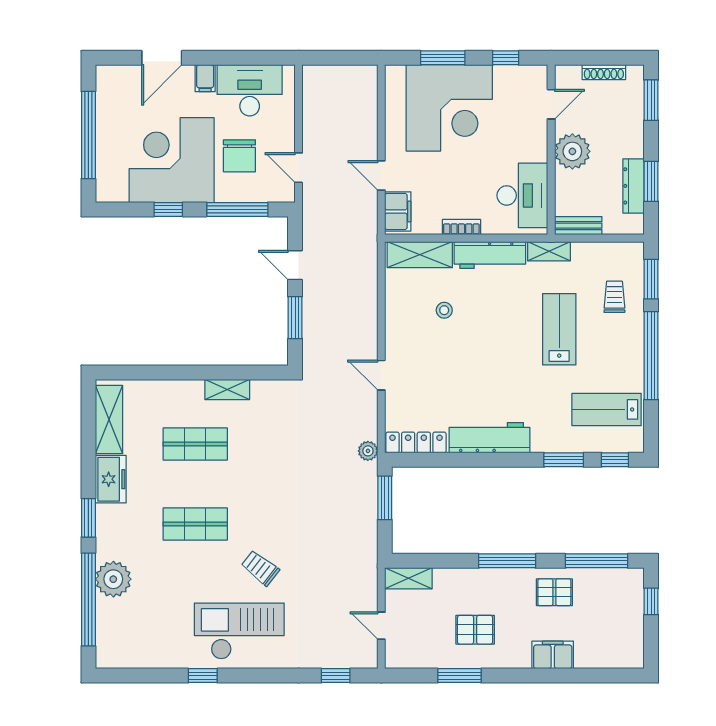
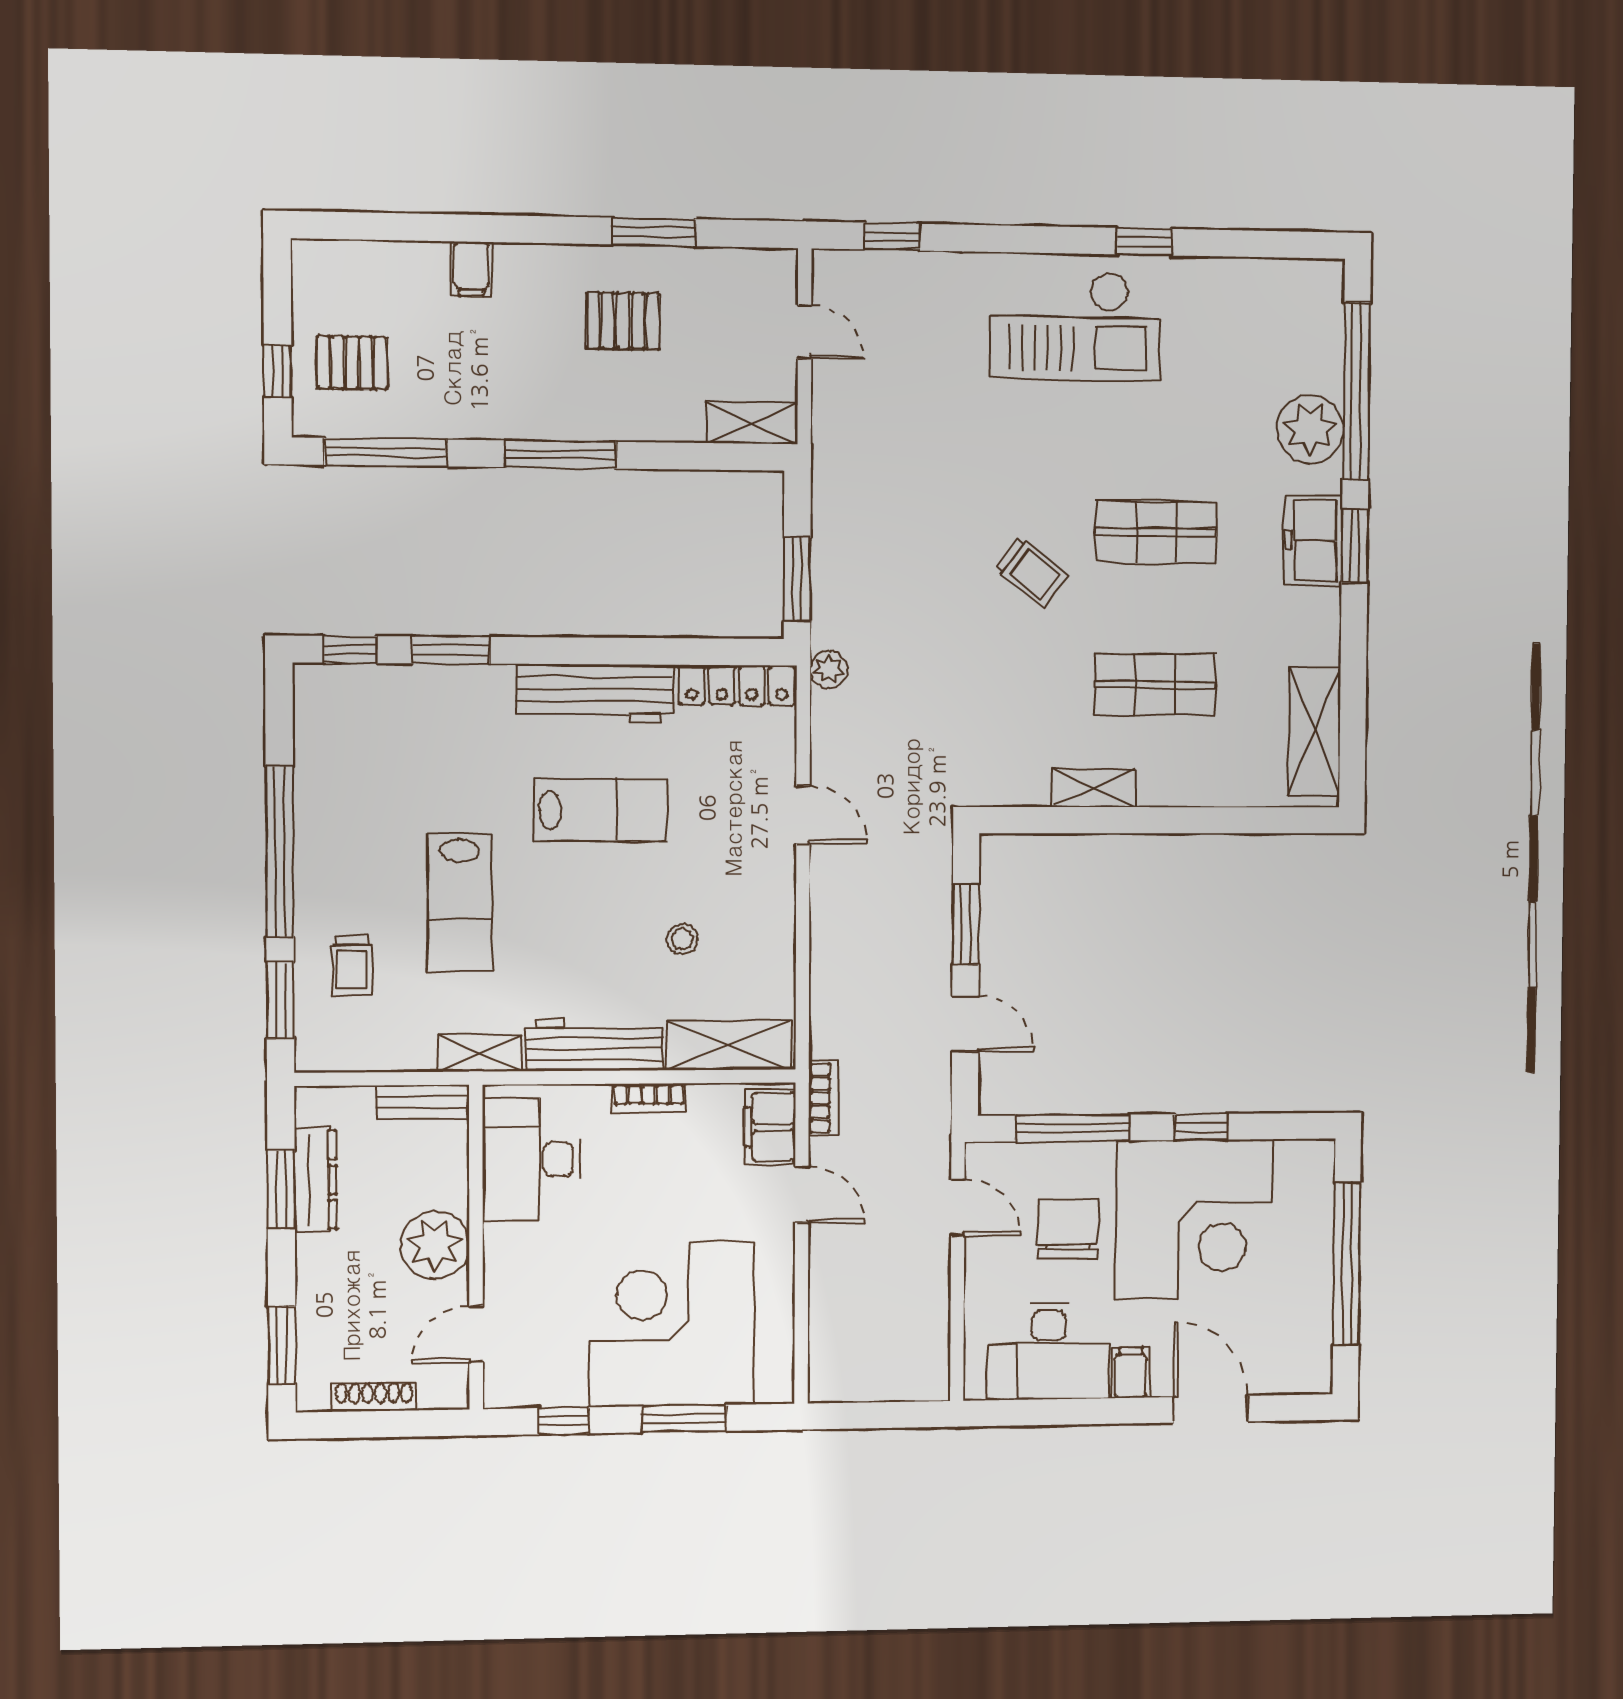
door: (162, 58) -> (1211, 1409), hinge flipped
bookcase: (370, 226) -> (823, 1098), added
lab bench: (607, 409) -> (601, 810), moved
freezer: (111, 479) -> (1313, 541), moved
trolley: (260, 568) -> (1031, 572), moved
pallet: (554, 592) -> (352, 363), moved
filing cabinet: (553, 655) -> (471, 269), width x0.50

